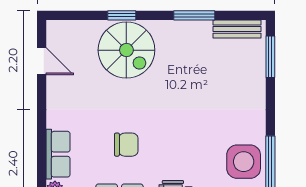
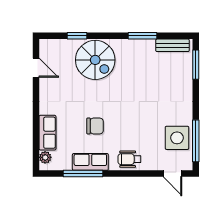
window: (122, 15) -> (77, 36), moved

